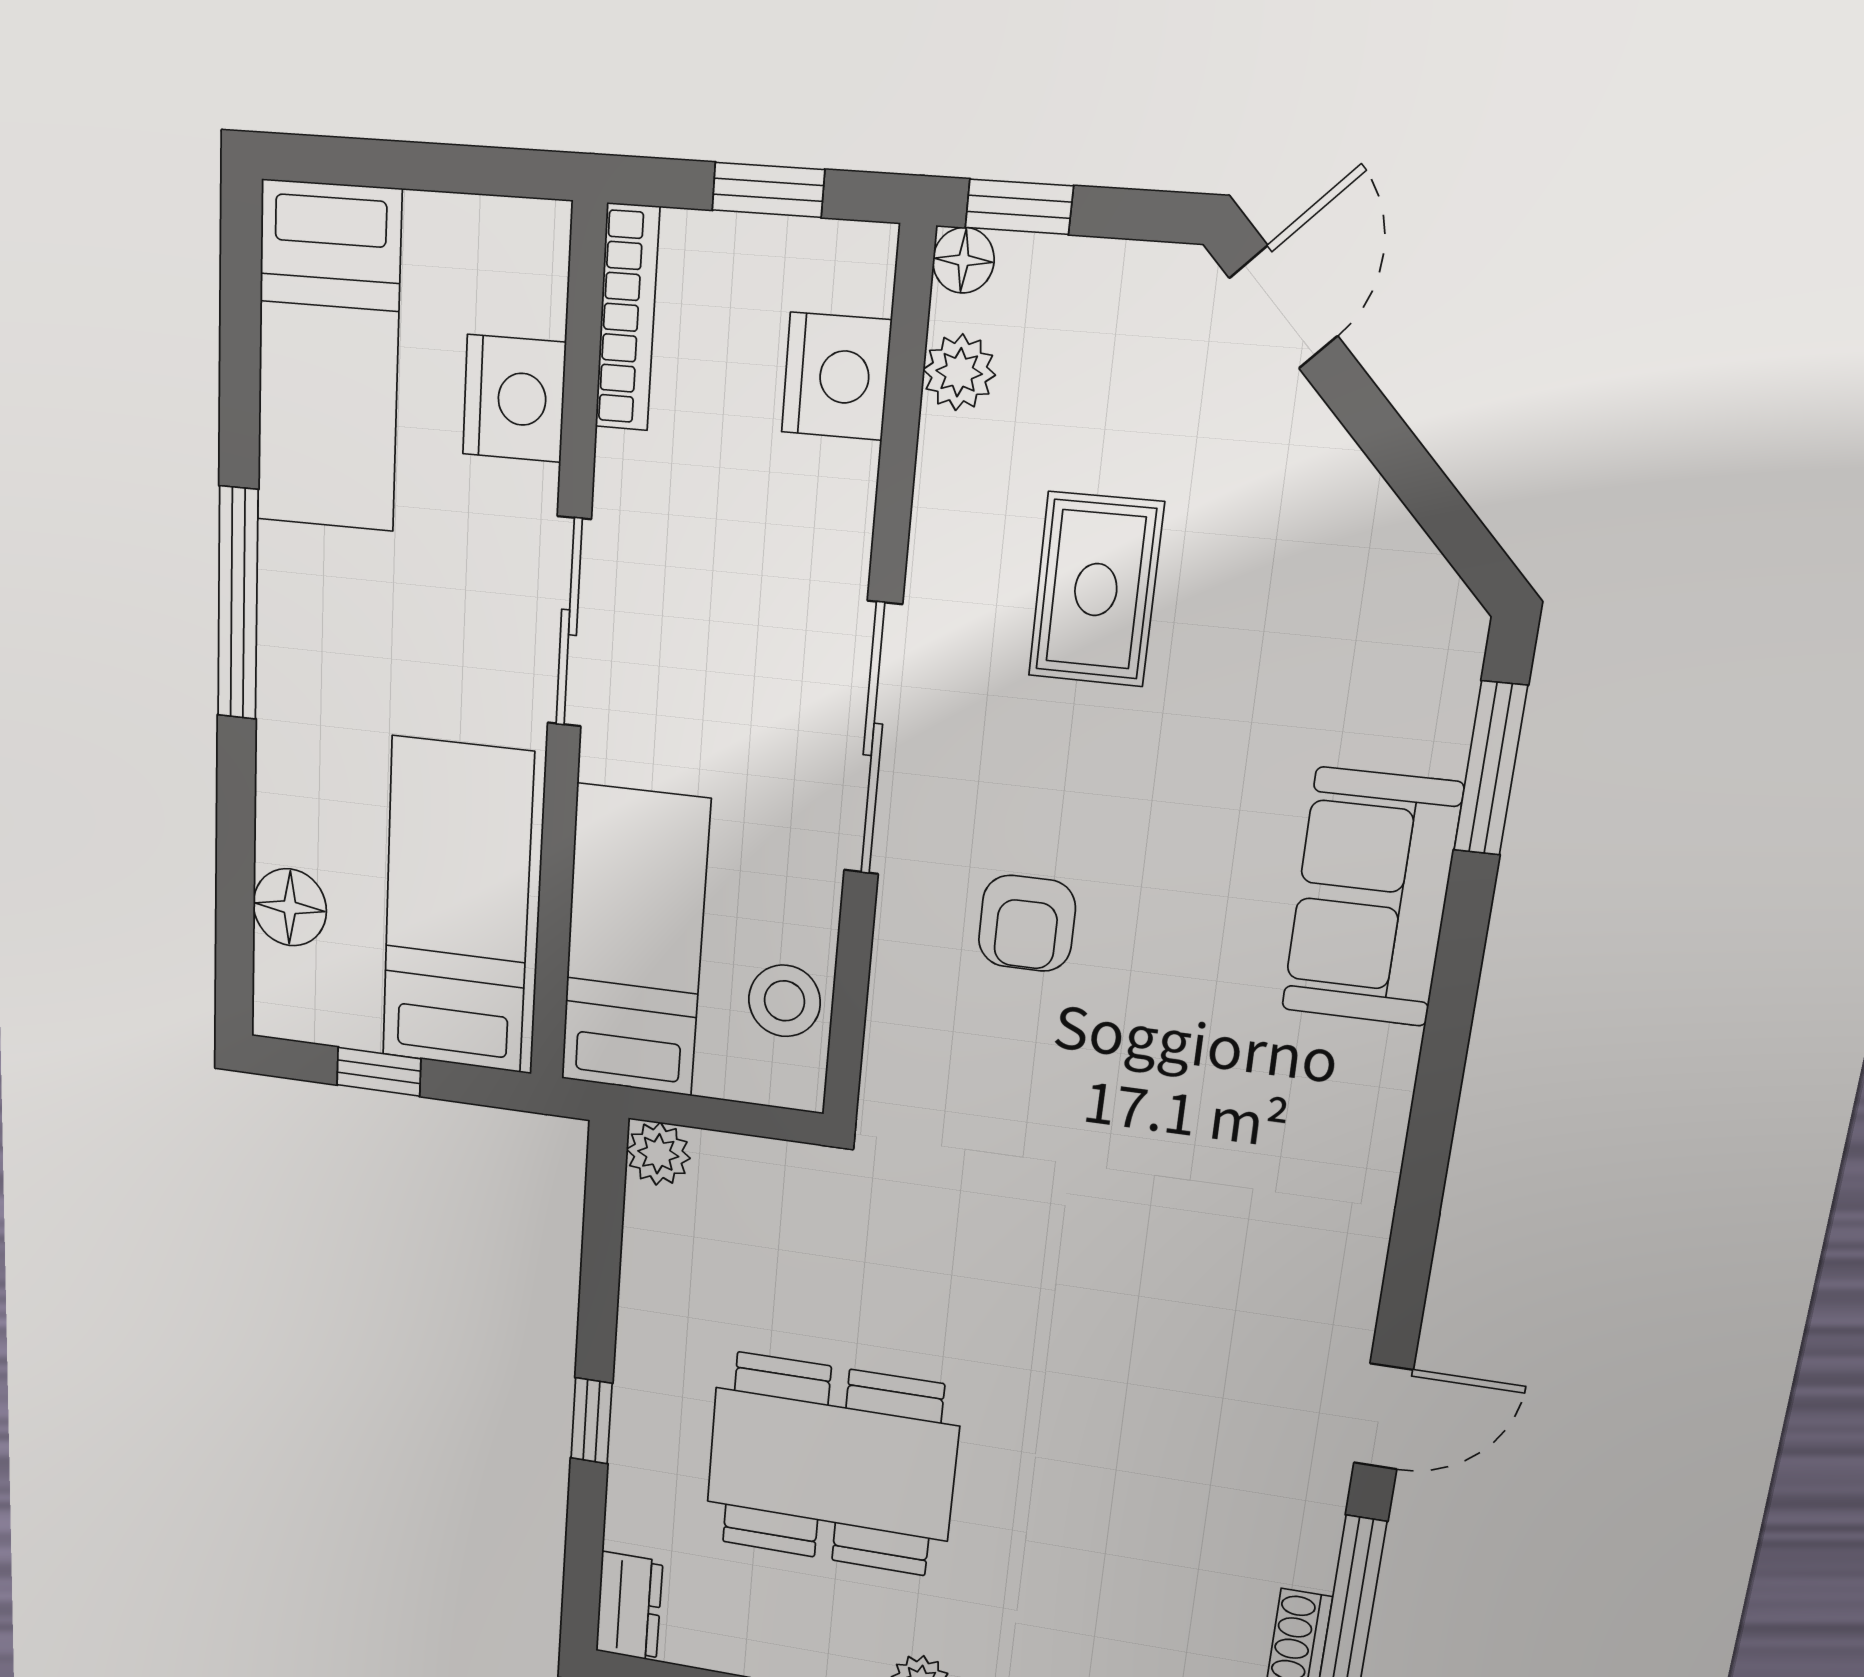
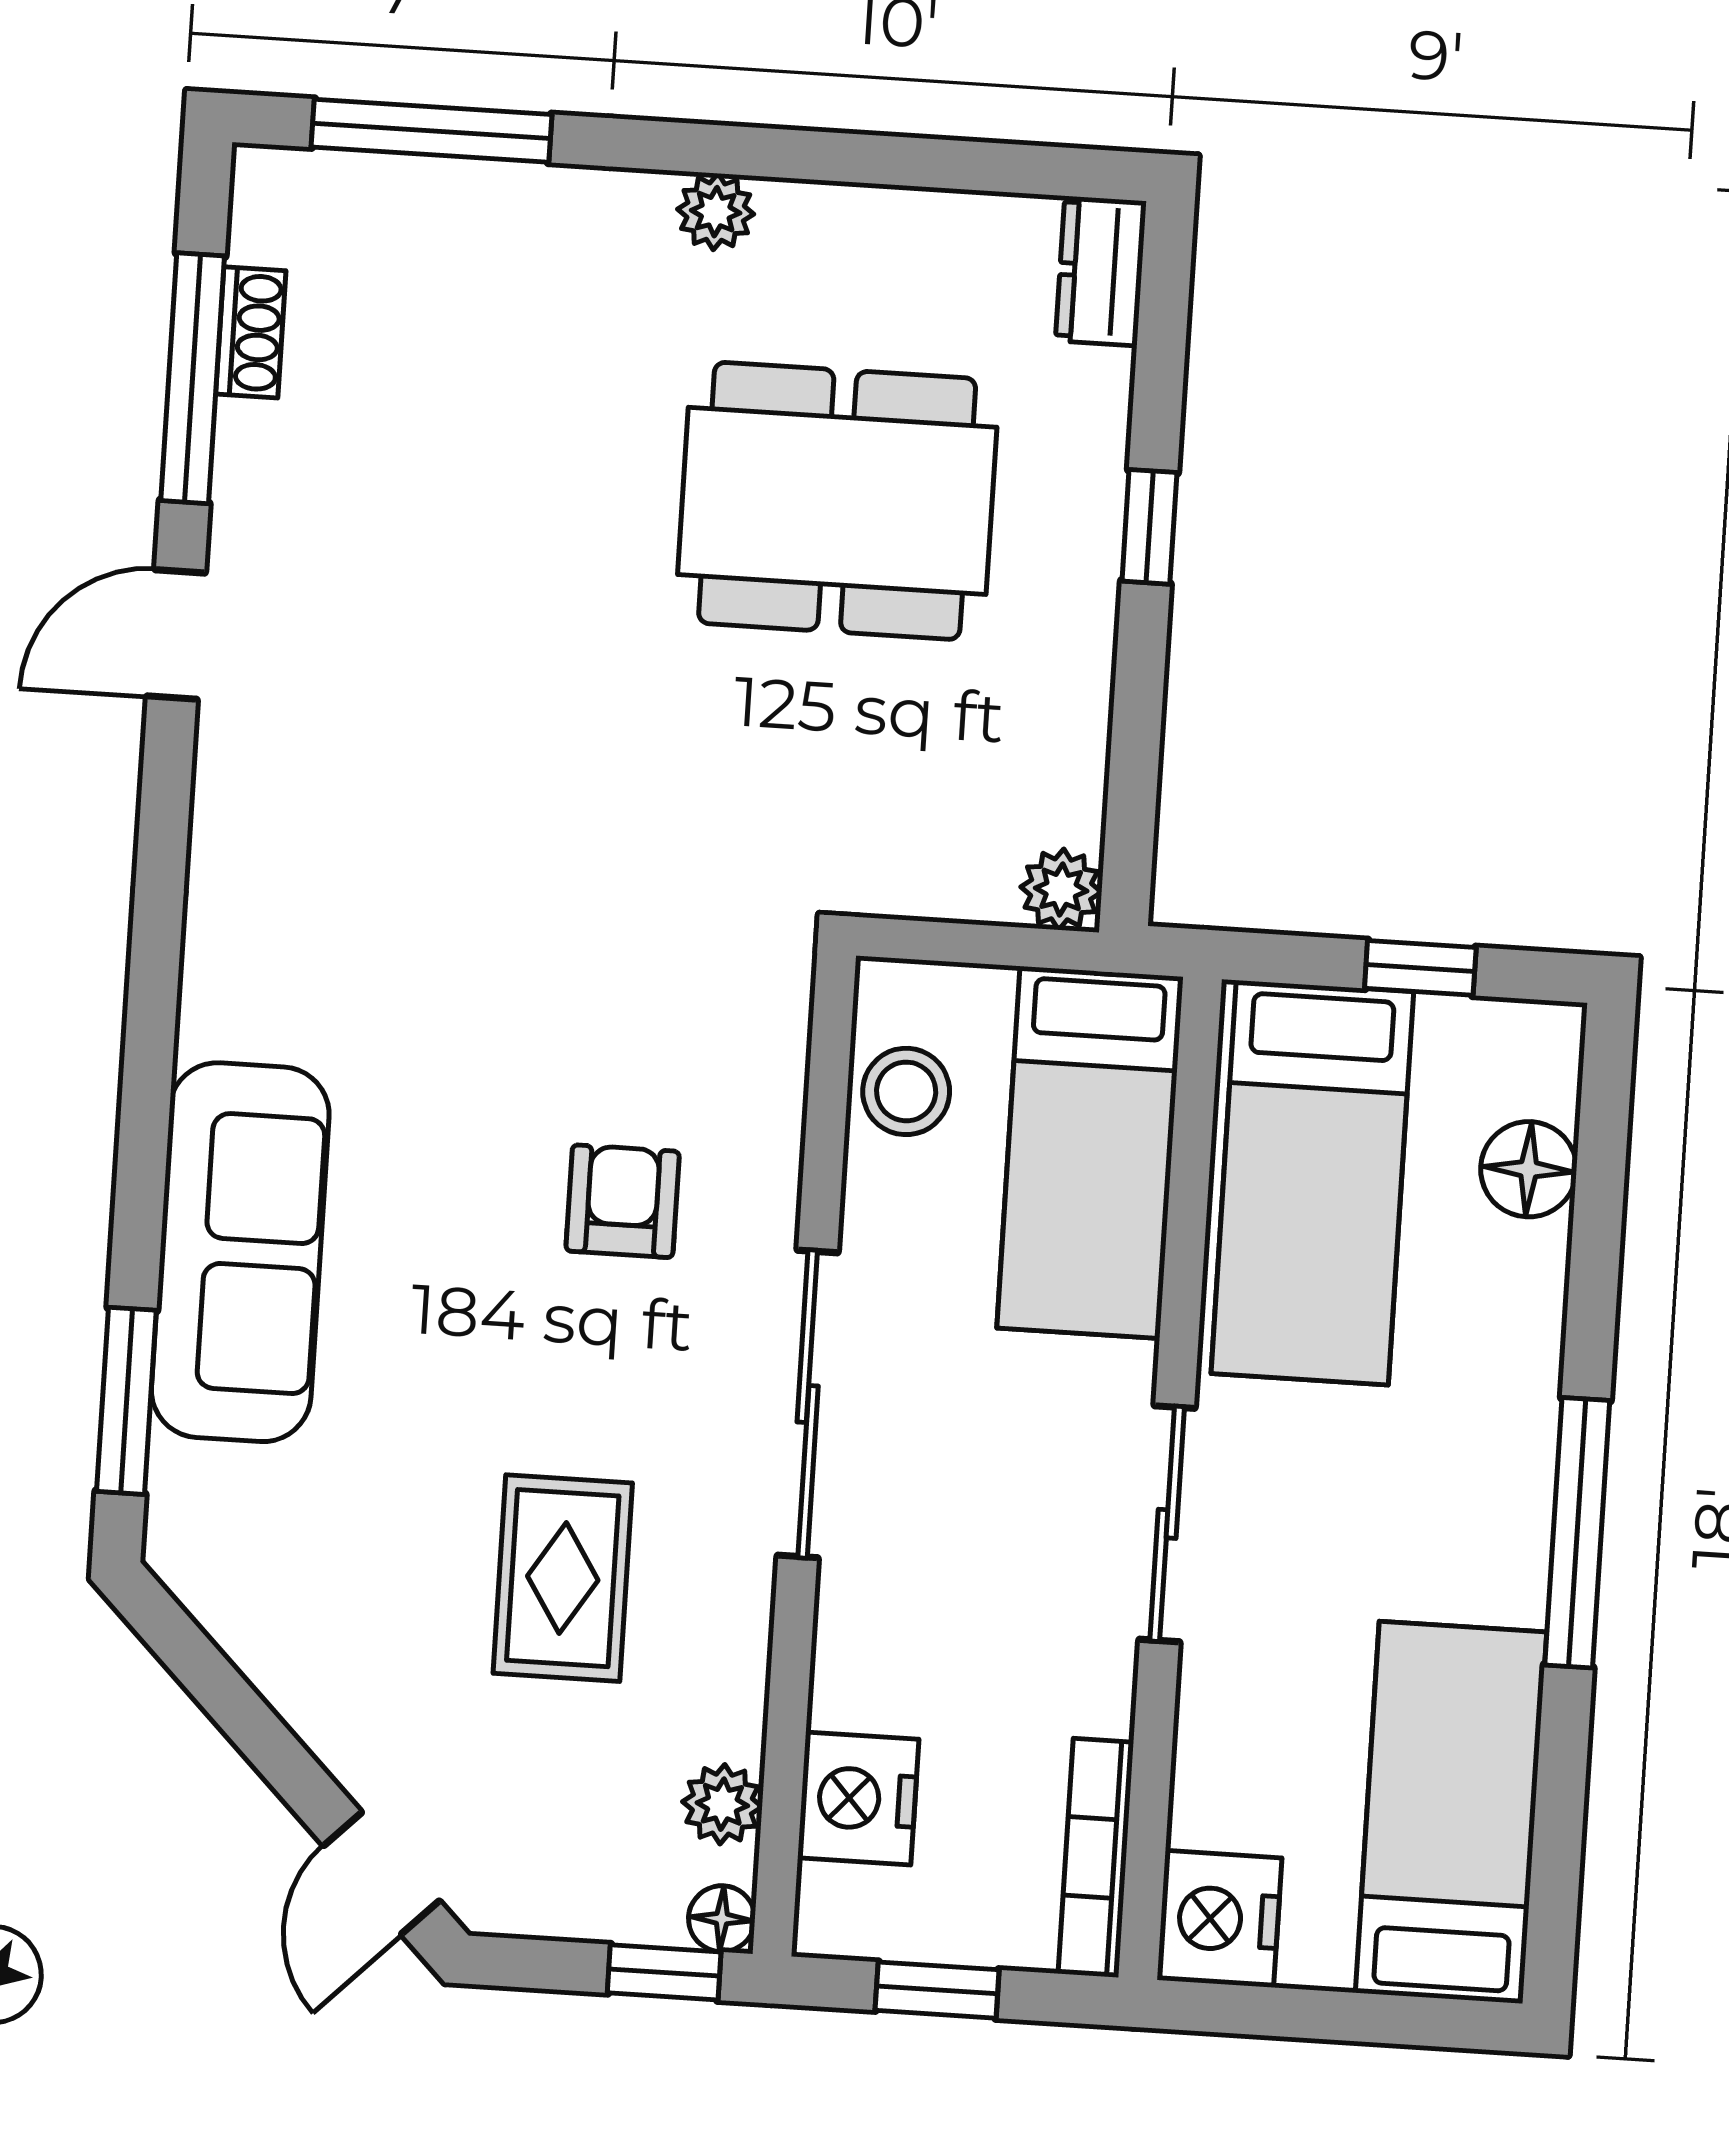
nightstand: (514, 399) -> (1219, 1919), moved
sofa: (1372, 898) -> (240, 1252), width x1.36

